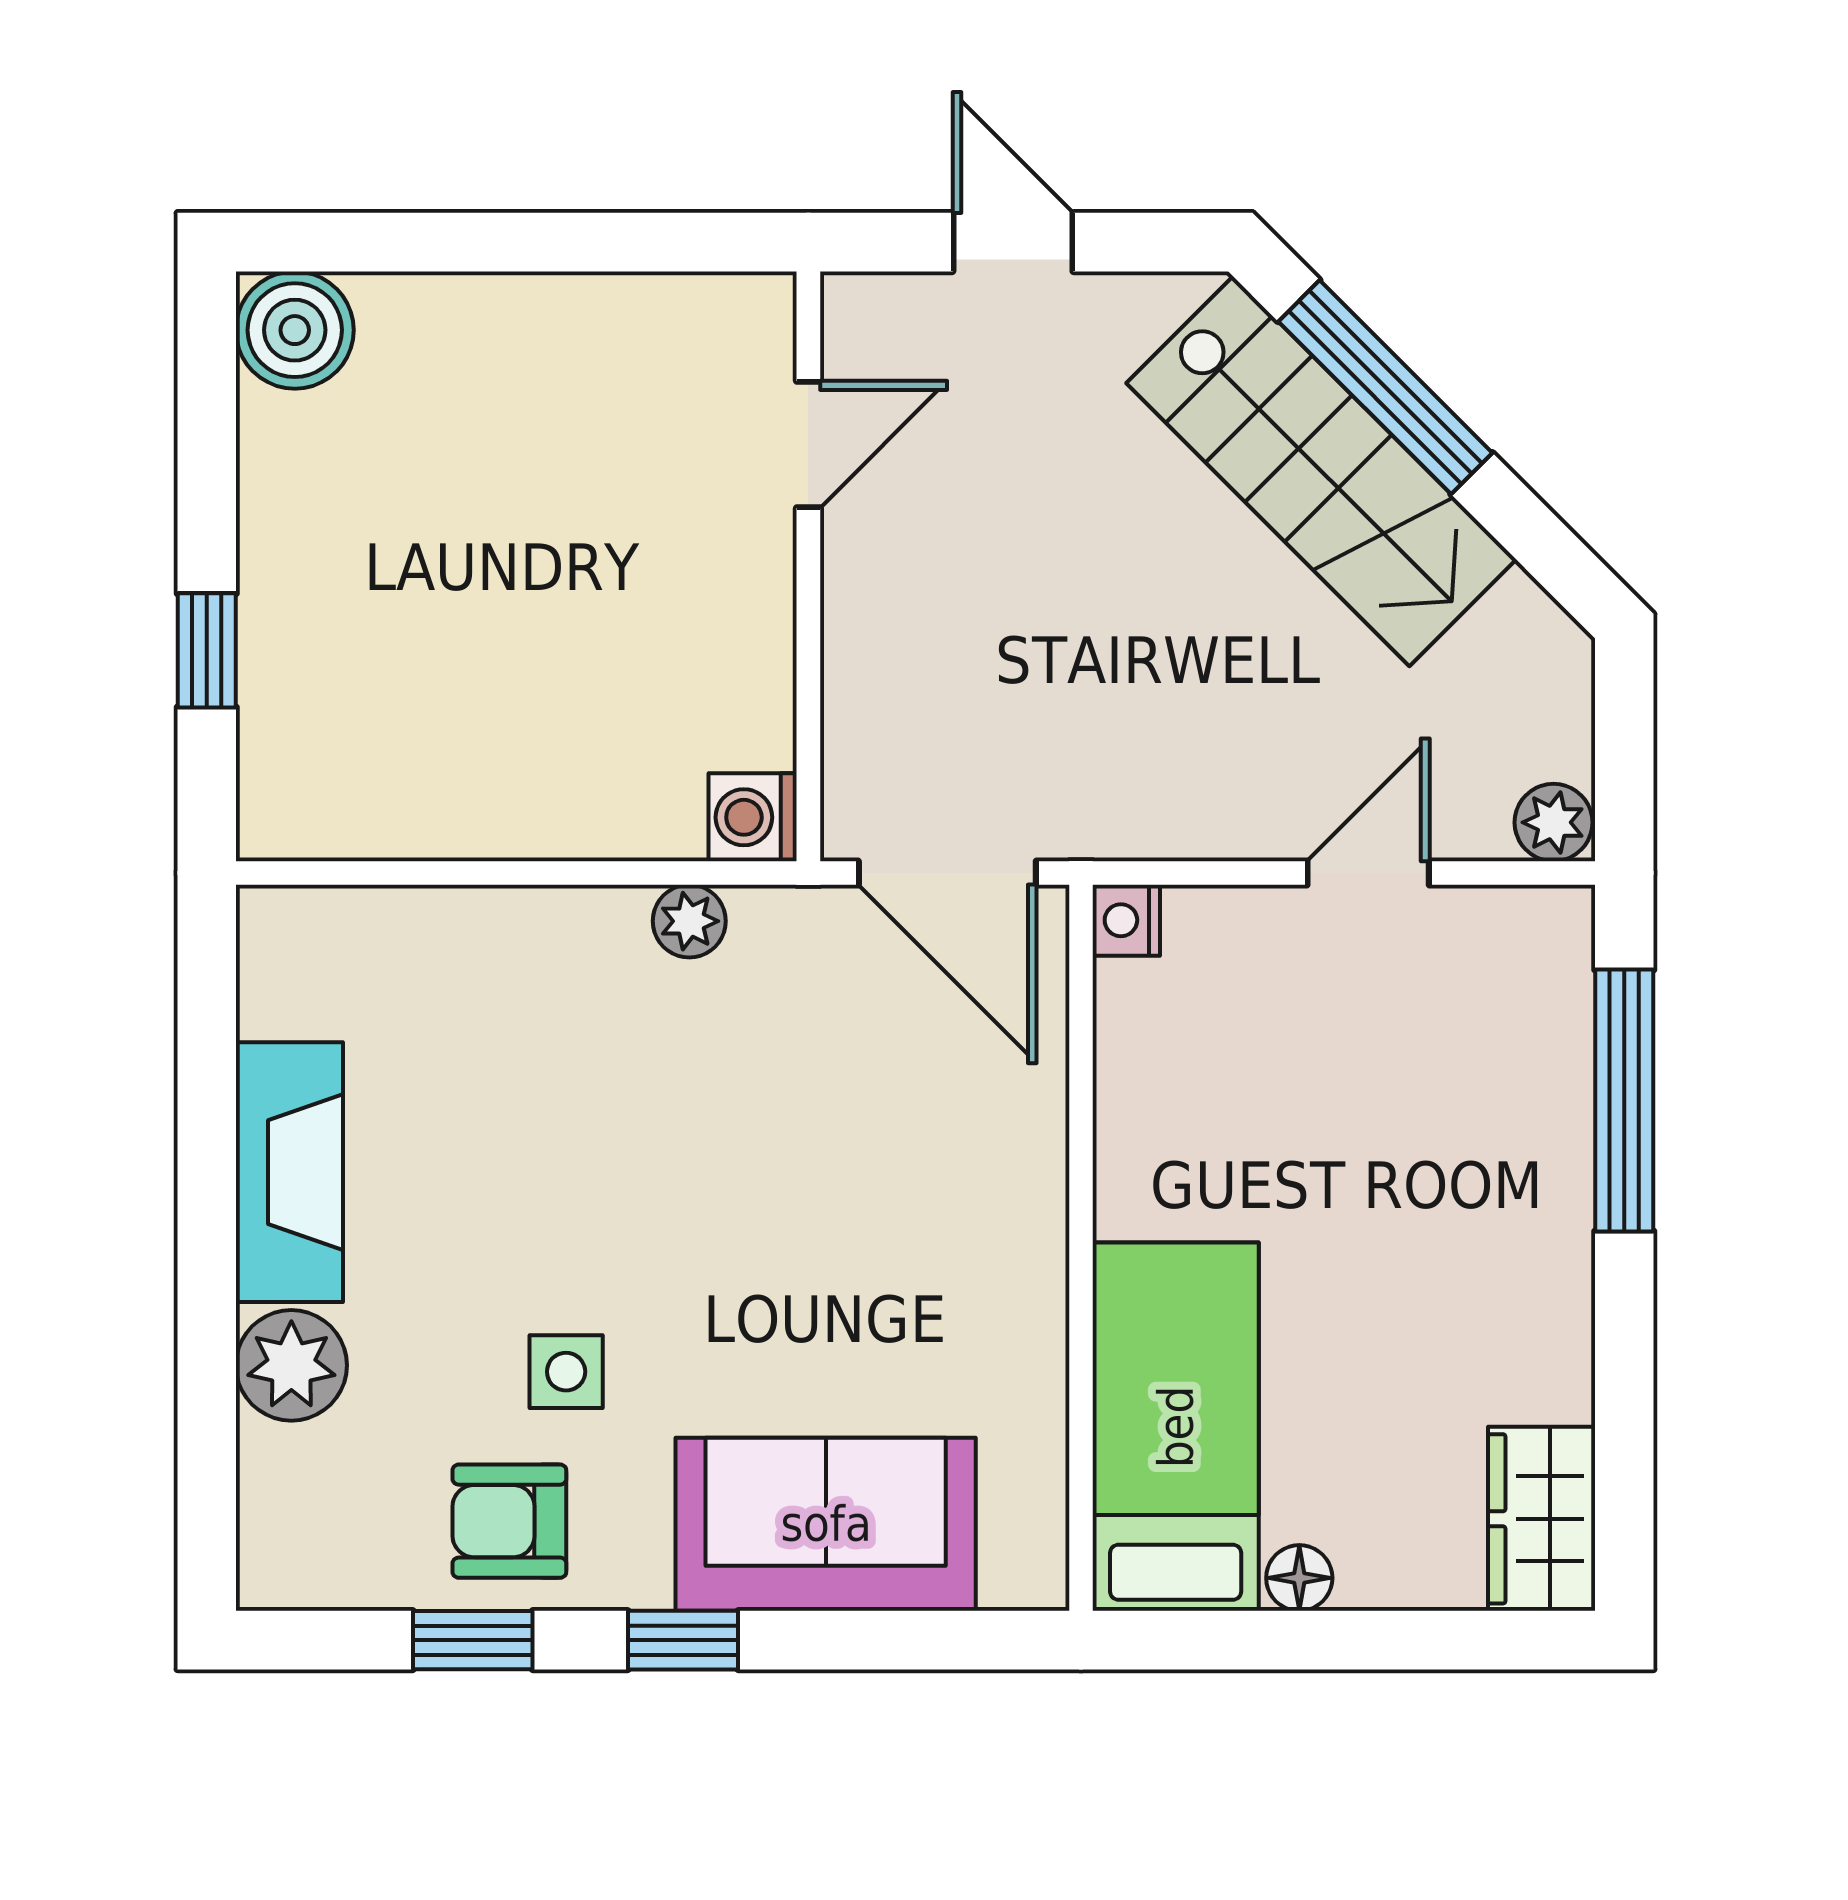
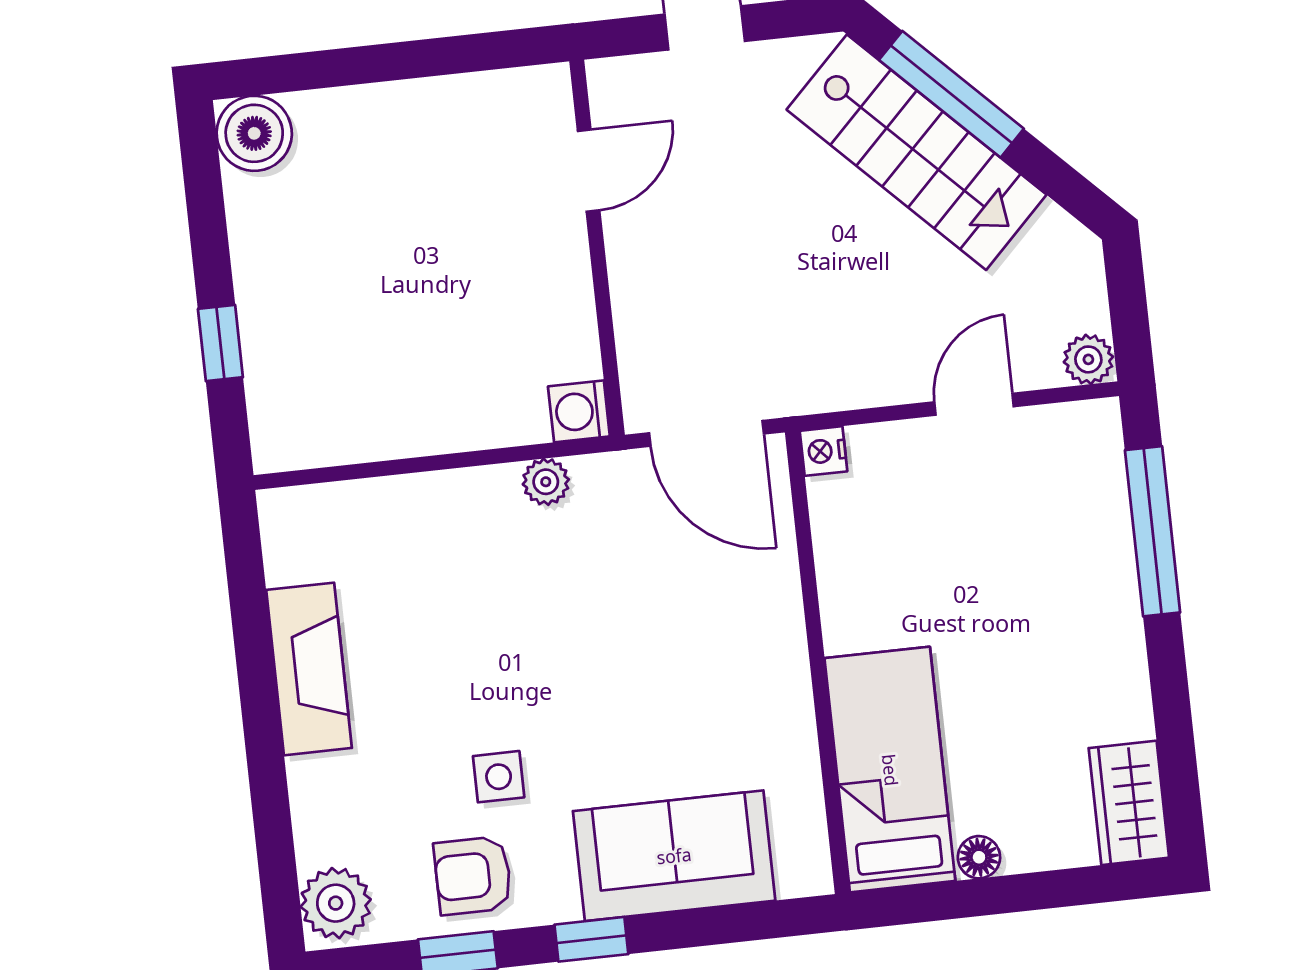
plant: (291, 1365) -> (336, 903), moved

